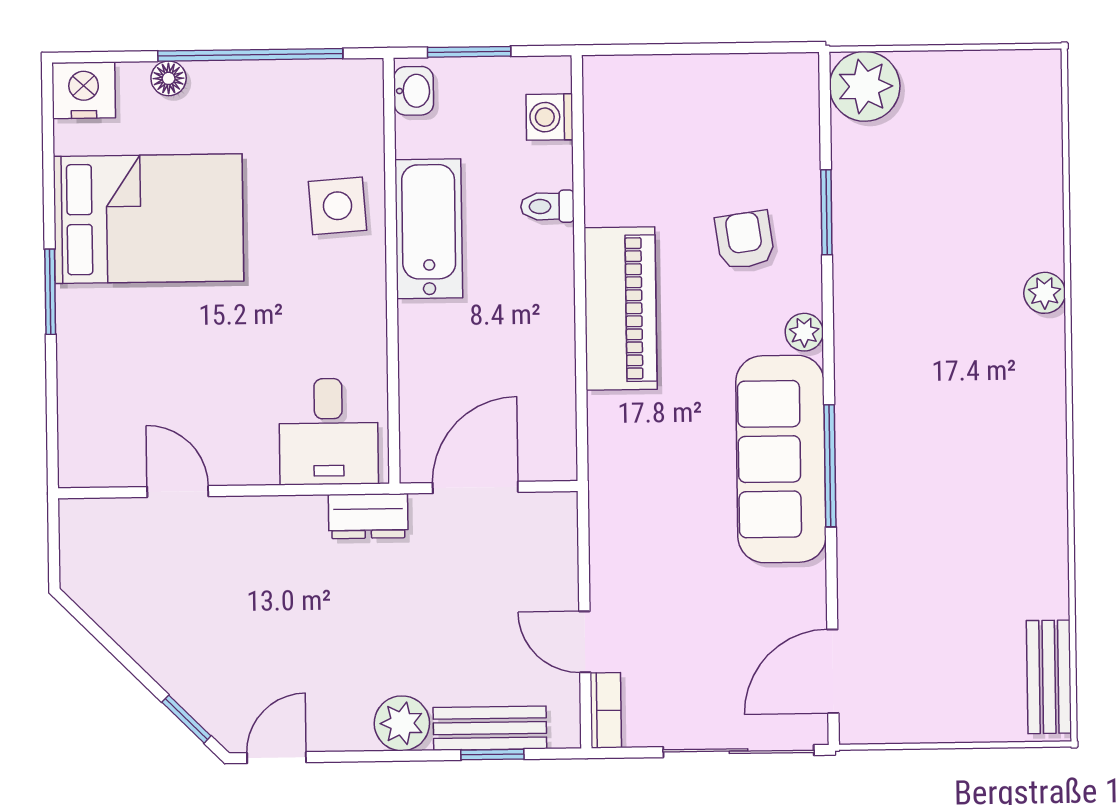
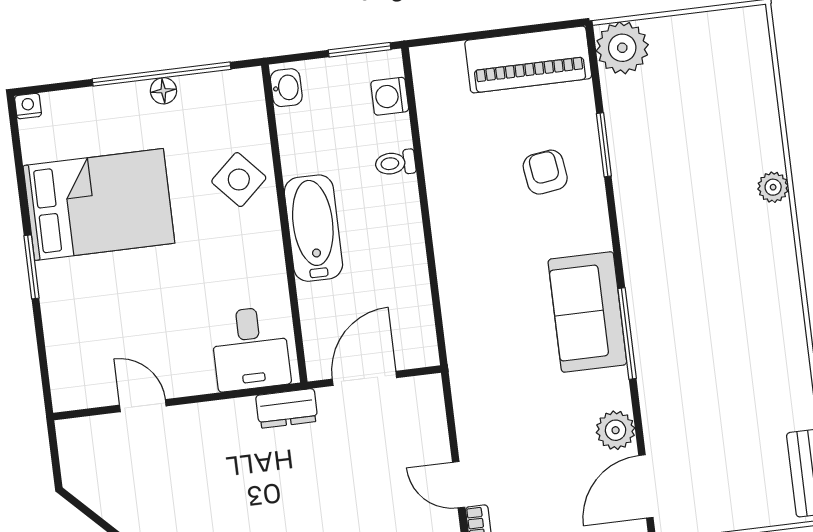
window: (469, 52) -> (360, 50), moved
floor lamp: (169, 78) -> (163, 91), moved
nightstand: (84, 90) -> (28, 106), width x0.53, depth x0.56
side table: (338, 206) -> (239, 180), turned -38
bathtub: (429, 229) -> (313, 228), moved
piano: (621, 308) -> (528, 59), moved, turned 90
plant: (804, 332) -> (616, 430), moved, width x1.38, depth x1.38
sofa: (781, 459) -> (587, 312), width x0.73

